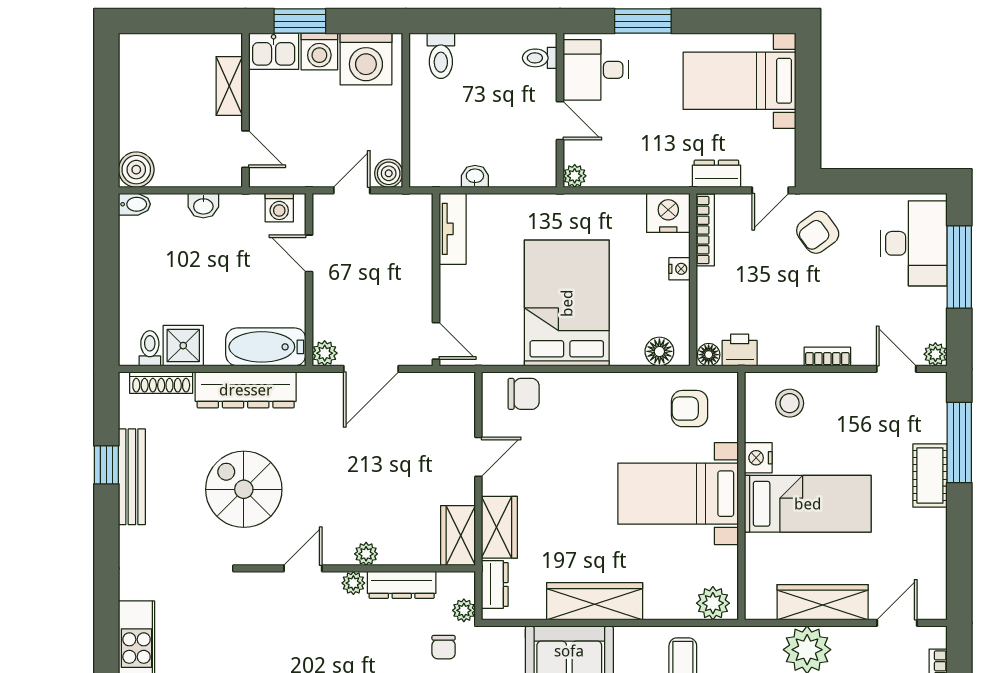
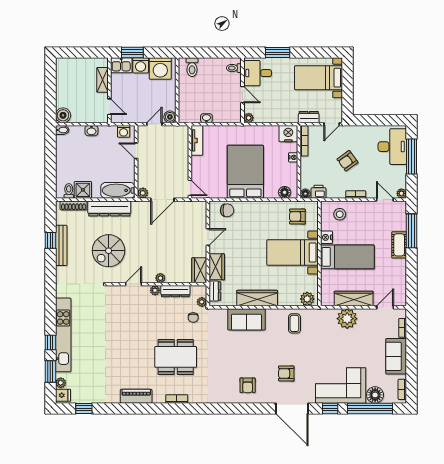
armchair: (818, 232) -> (347, 161), moved
spiral stairs: (244, 489) -> (109, 251), turned -90

